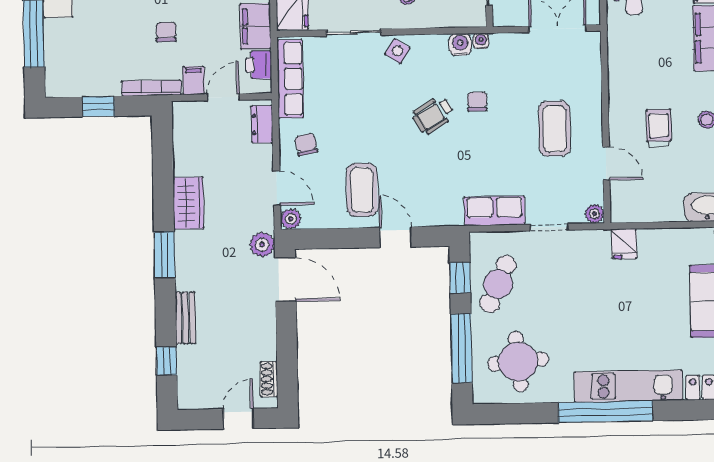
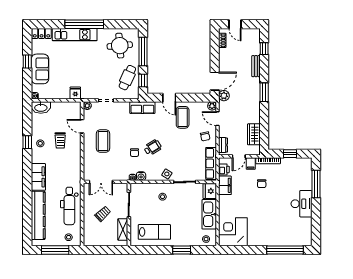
wardrobe: (188, 203) -> (254, 134), moved
row of seats: (494, 211) -> (142, 108), moved
door: (285, 279) -> (215, 81), swing flipped
door: (238, 419) -> (235, 24), hinge flipped

